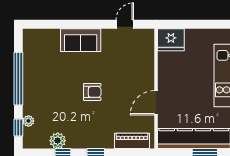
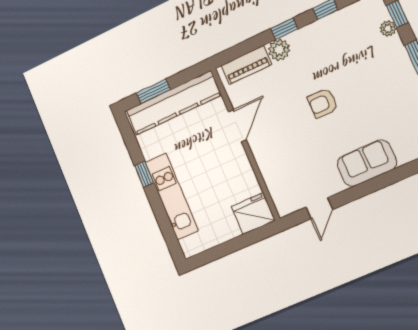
plant: (58, 141) -> (279, 50), moved

